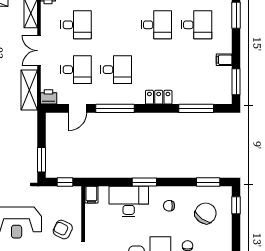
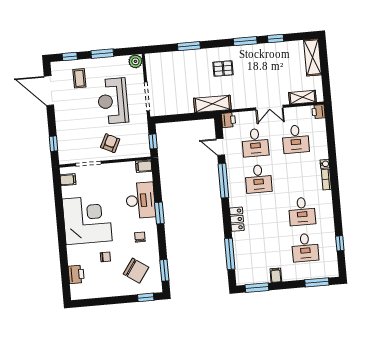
double door: (39, 51) -> (269, 108), swing flipped
shelving: (29, 90) -> (212, 104), moved
window: (41, 160) -> (171, 118), removed

